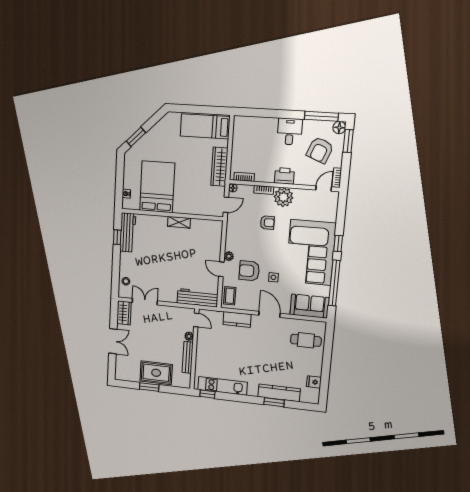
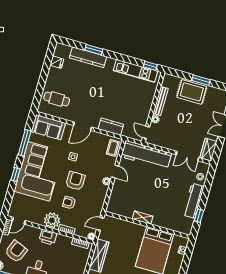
workbench: (128, 232) -> (193, 201), moved
armchair: (249, 271) -> (75, 181), moved, turned -90
window: (334, 283) -> (25, 143), width x0.68
workbench: (197, 298) -> (146, 155), width x1.36, depth x1.32
door: (269, 314) -> (83, 126), hinge flipped

